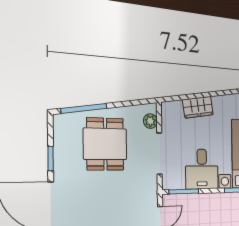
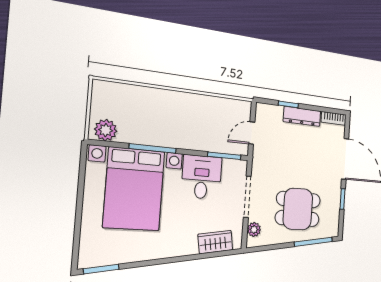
wardrobe: (198, 107) -> (215, 242), moved
dining table: (105, 144) -> (298, 209), turned 90

